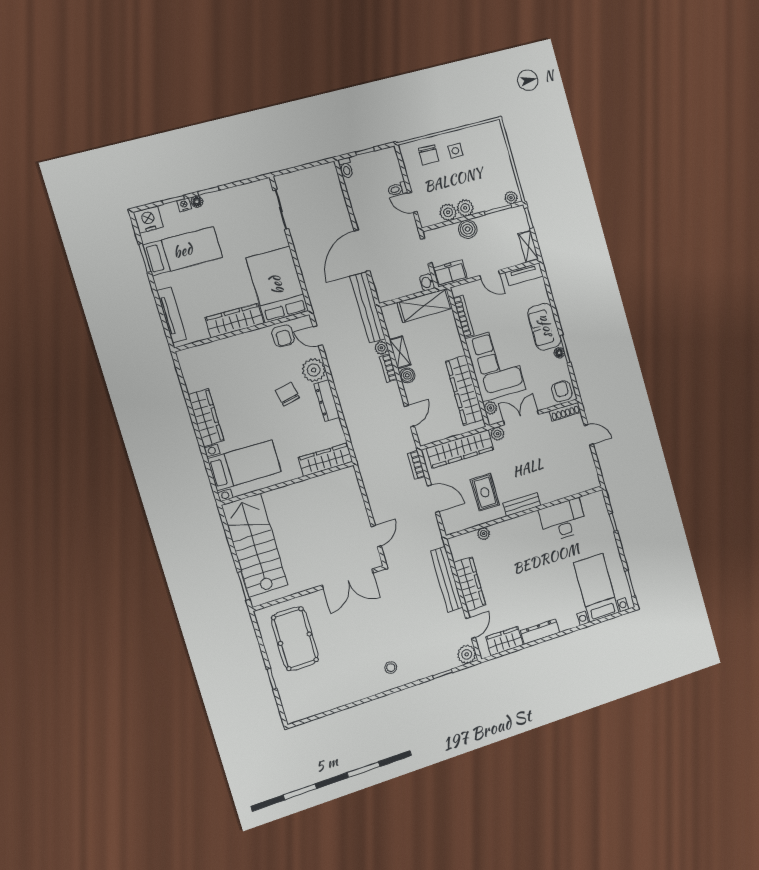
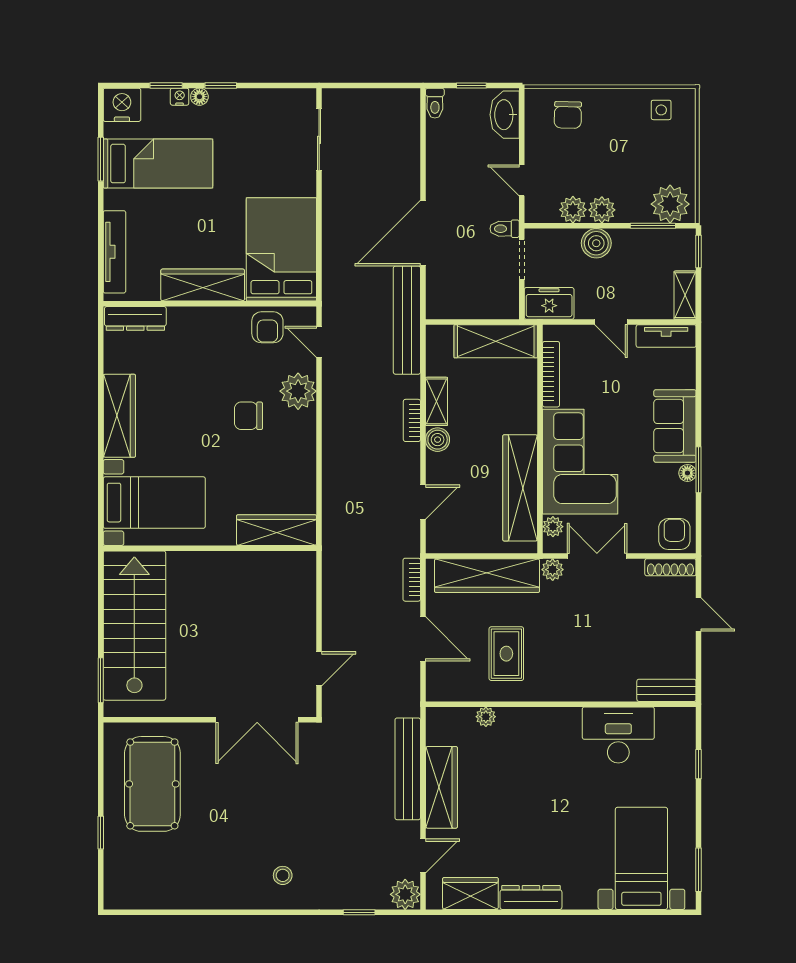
side table: (455, 151) -> (661, 110), moved
toilet: (397, 189) -> (505, 229), moved
plant: (511, 198) -> (670, 204), width x1.87, depth x1.87
washbasin: (427, 282) -> (505, 115), moved, width x1.91, depth x1.45
plant: (381, 348) -> (410, 387), removed
chair: (287, 394) -> (248, 416), turned -78
dresser: (327, 401) -> (135, 318), moved, turned -90
bench: (522, 504) -> (666, 690), moved

